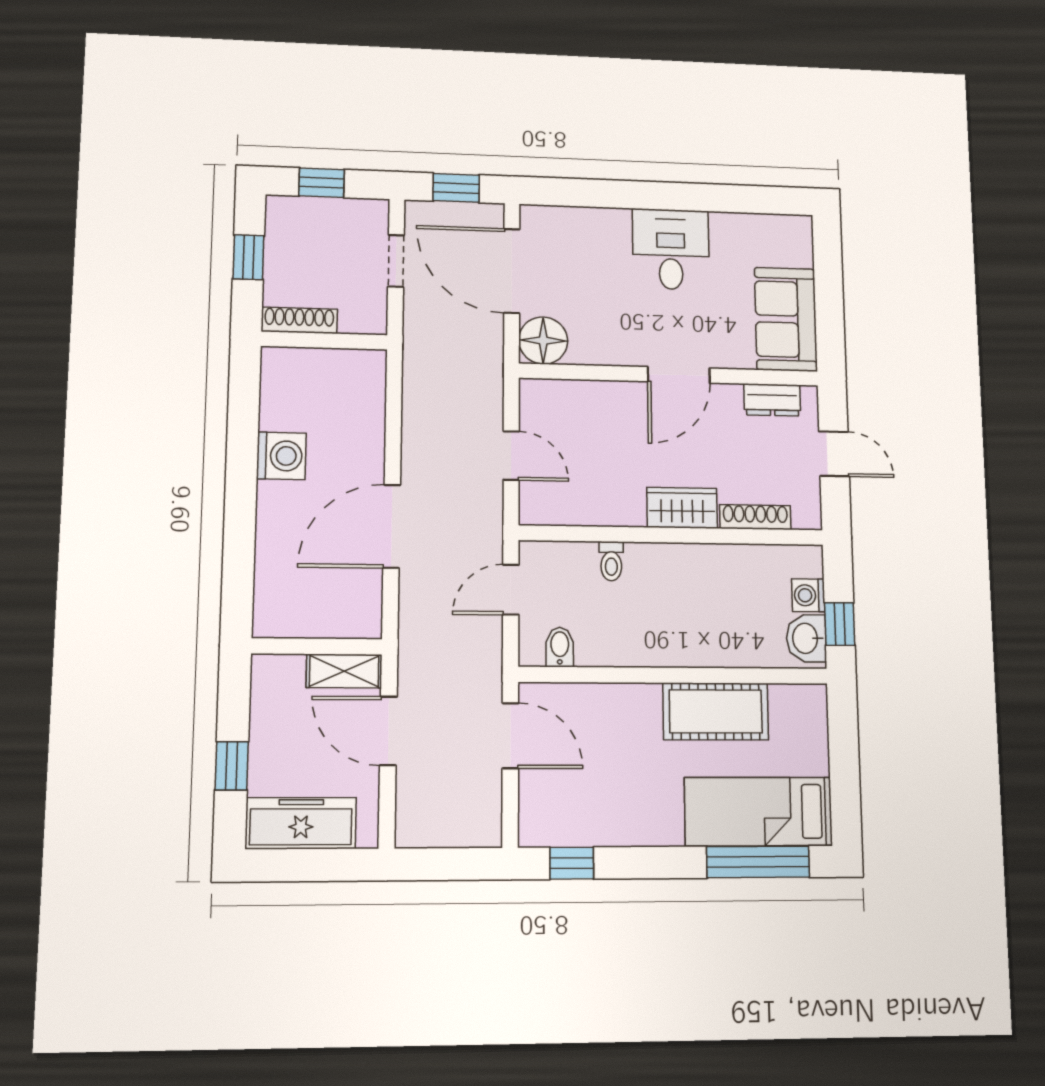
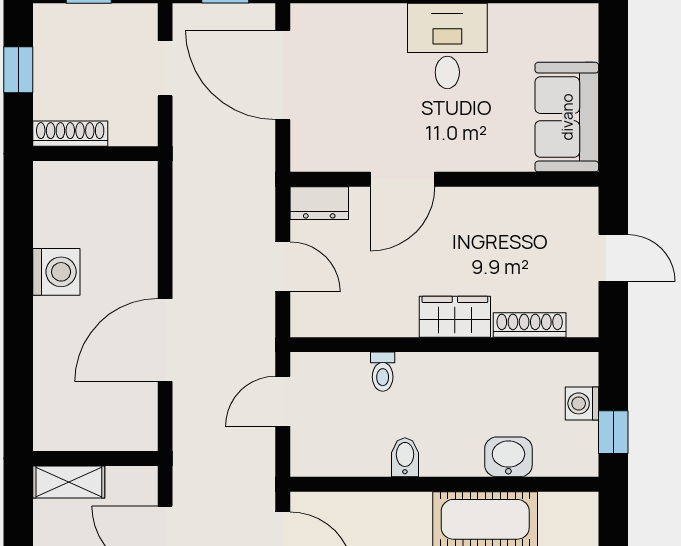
floor lamp: (543, 340) -> (315, 147), removed
door: (679, 375) -> (402, 179), moved
dresser: (772, 400) -> (319, 203), moved
washbasin: (806, 638) -> (508, 457), moved, turned 90
bidet: (560, 647) -> (405, 457), moved
shelving: (344, 671) -> (69, 482), moved

